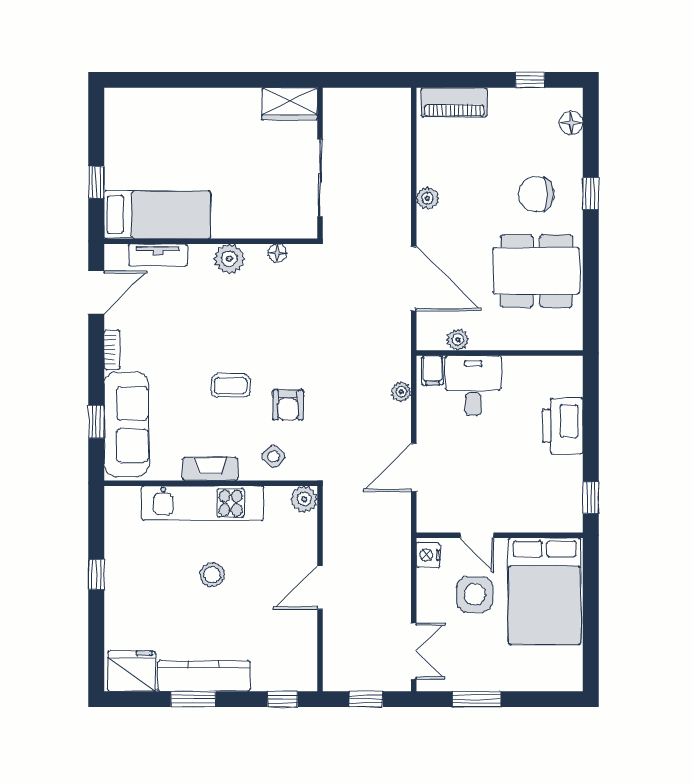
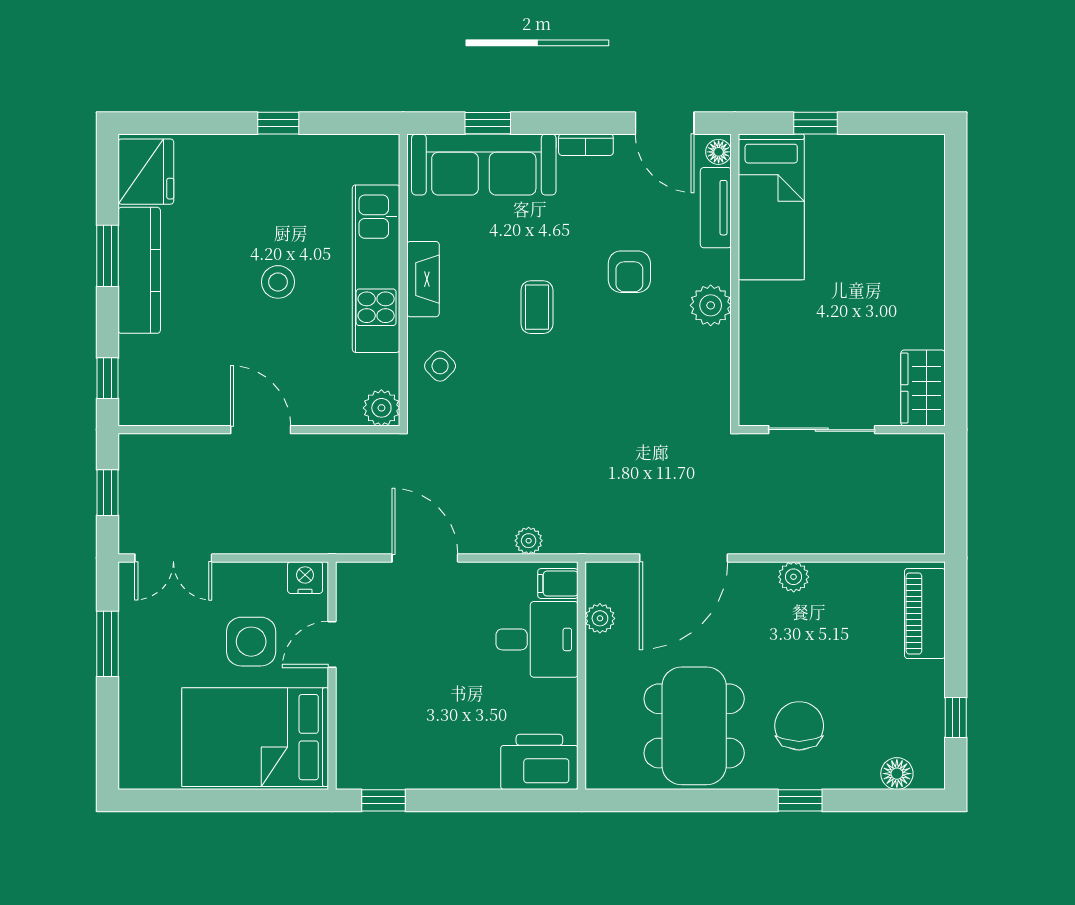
floor lamp: (277, 253) -> (719, 152), moved
armchair: (288, 405) -> (629, 272), moved, turned -90
printer: (563, 426) -> (539, 762), moved

